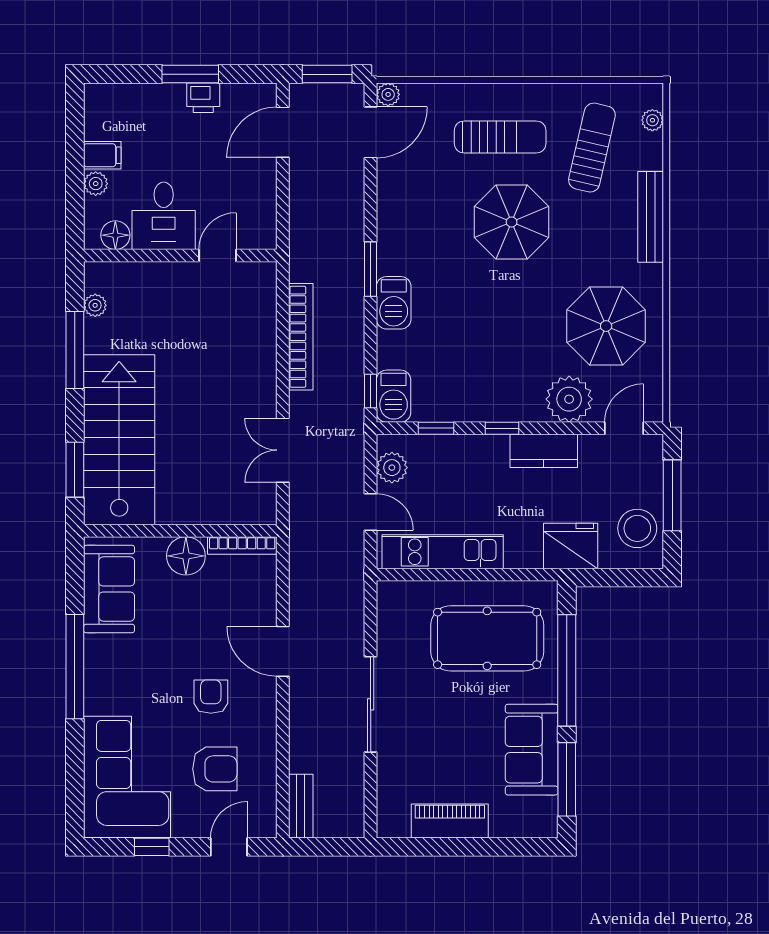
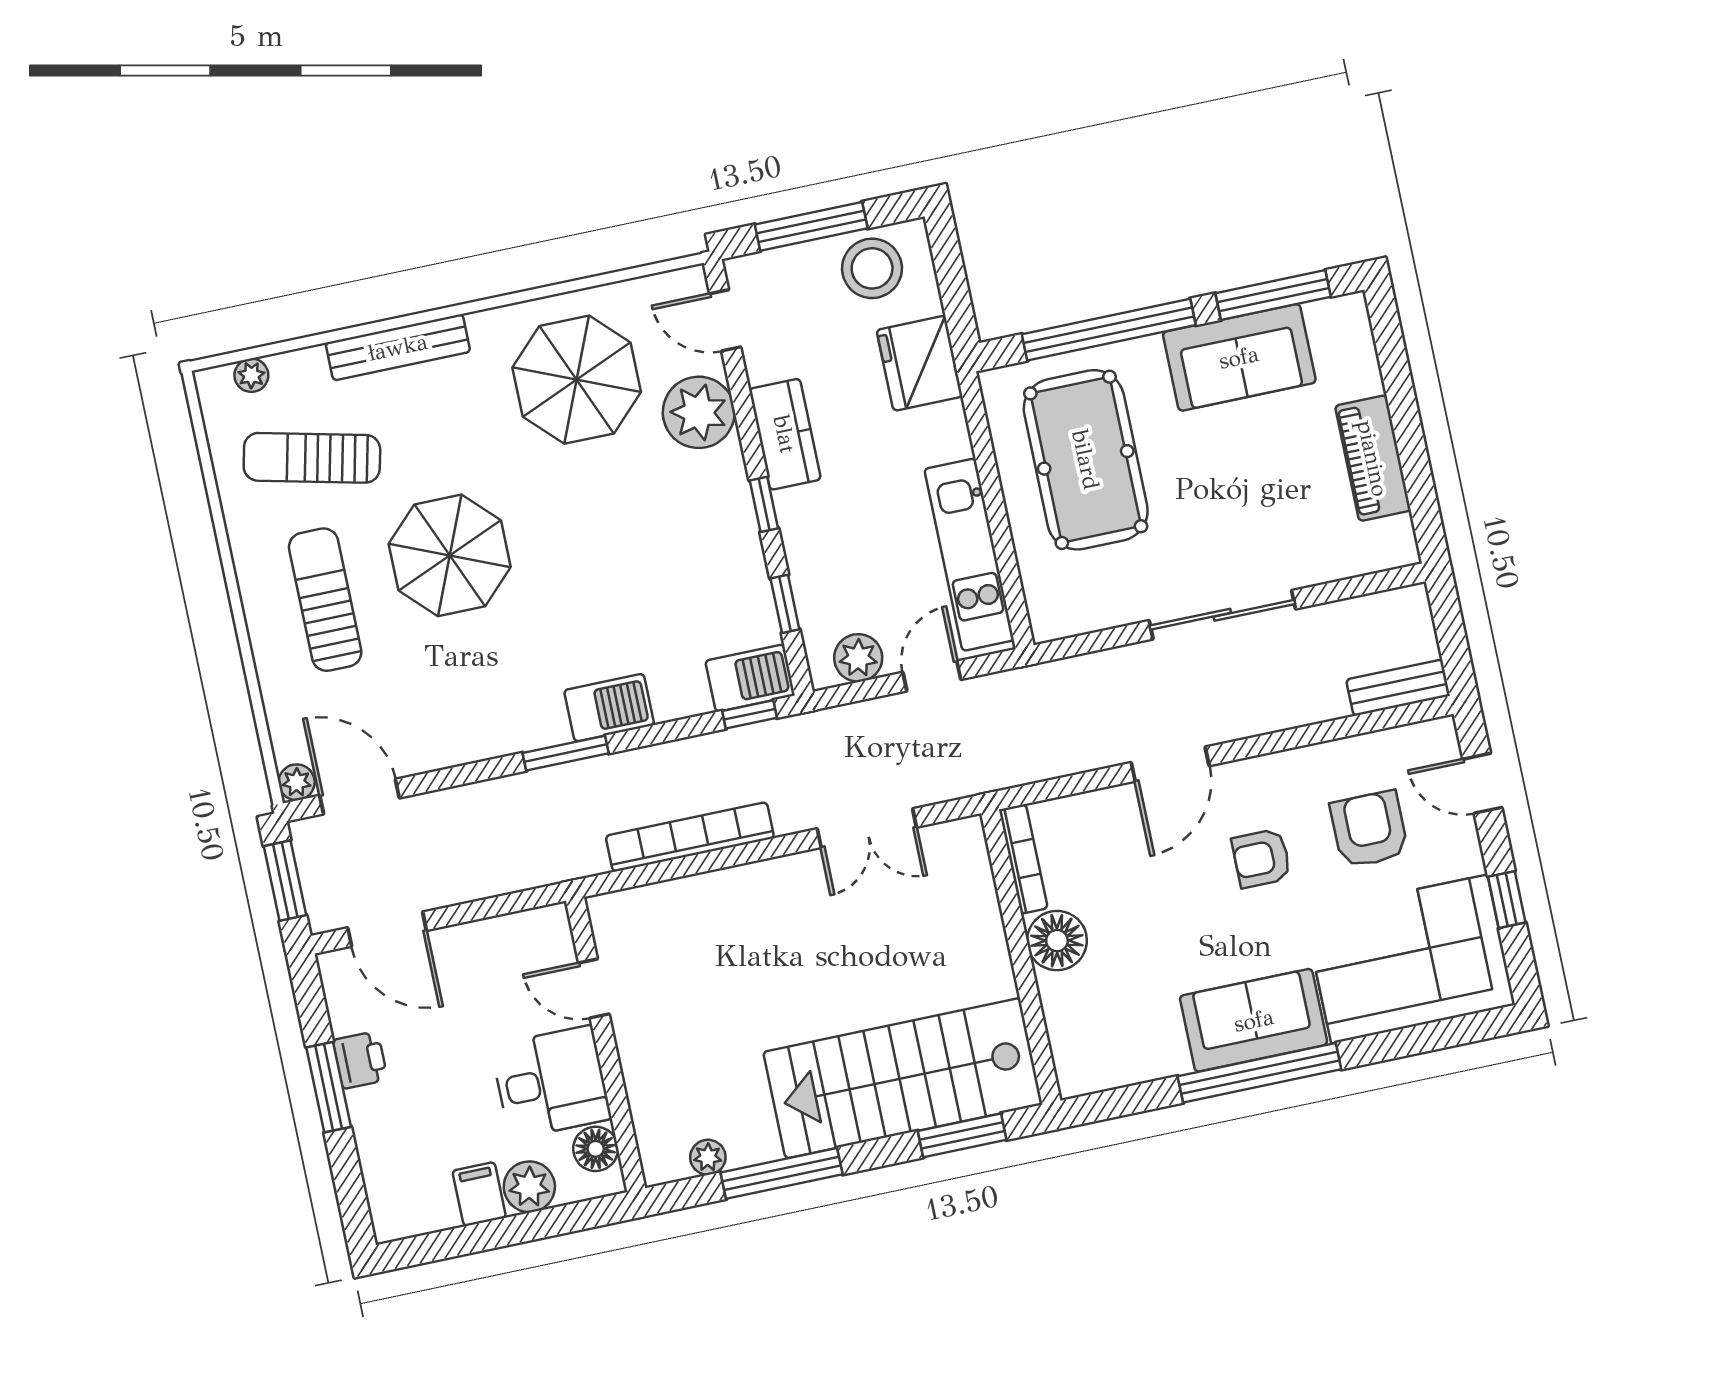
plant: (96, 184) -> (529, 1187), width x1.38, depth x1.38
sofa: (109, 589) -> (1254, 1020), moved

